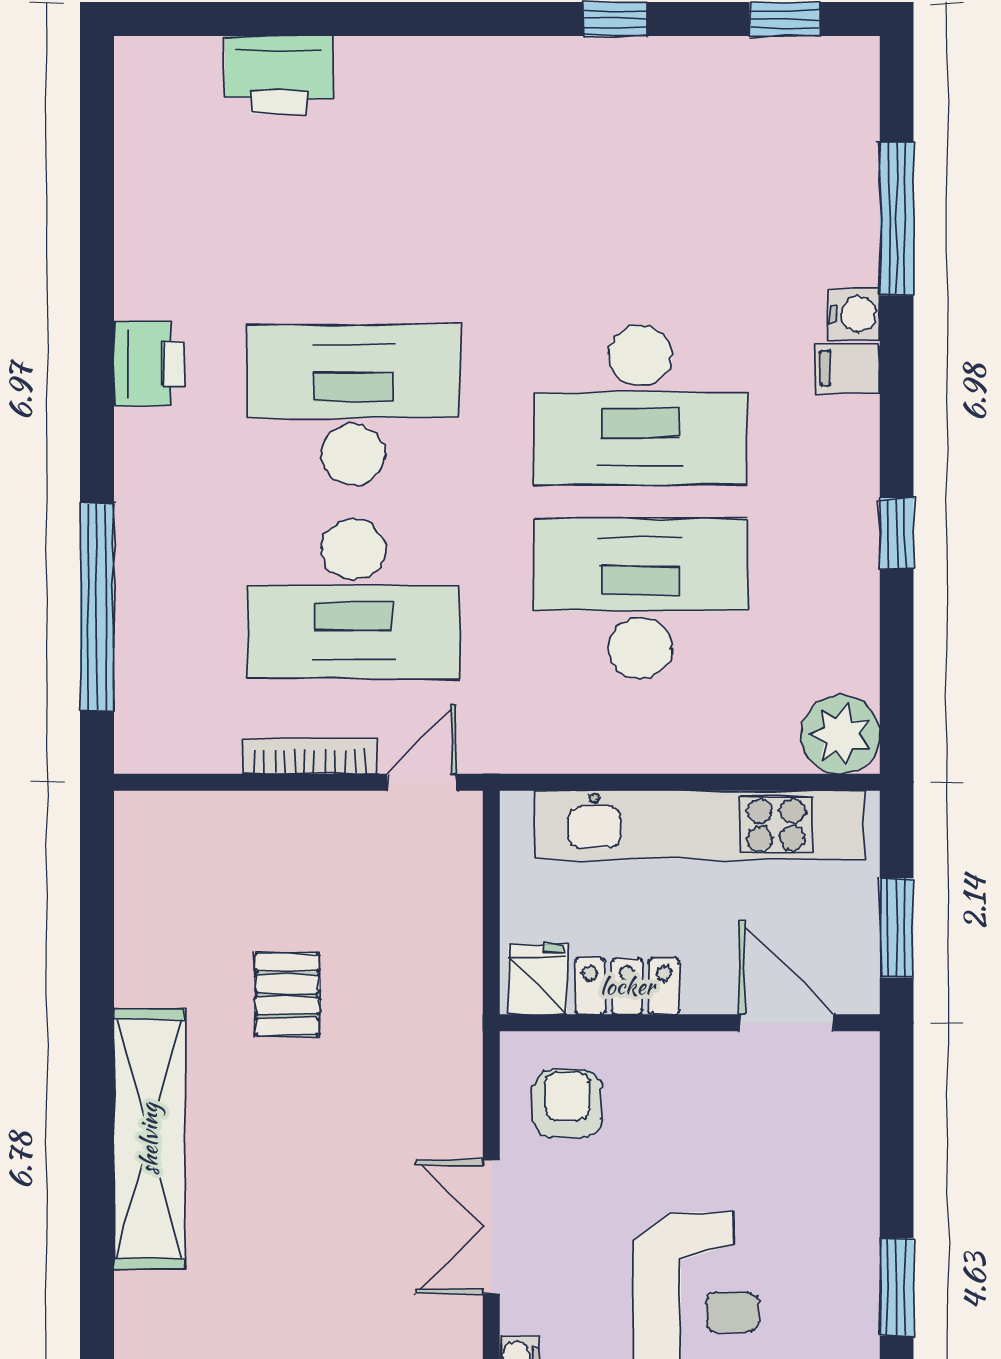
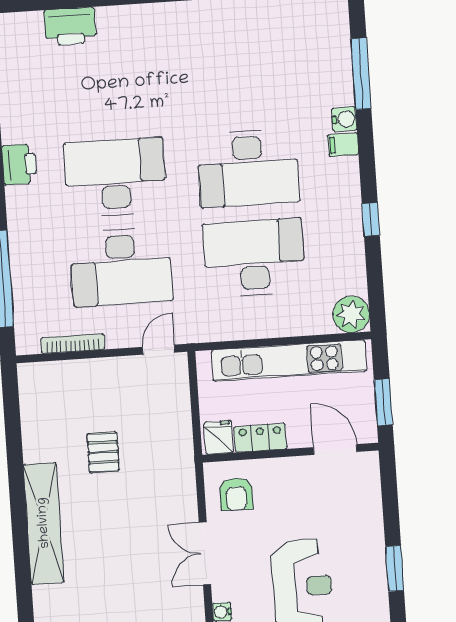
bookcase: (310, 756) -> (73, 344), moved
armchair: (567, 1104) -> (236, 494), turned 180

